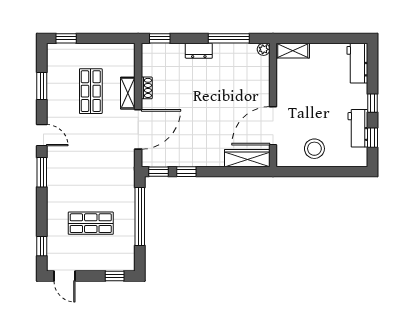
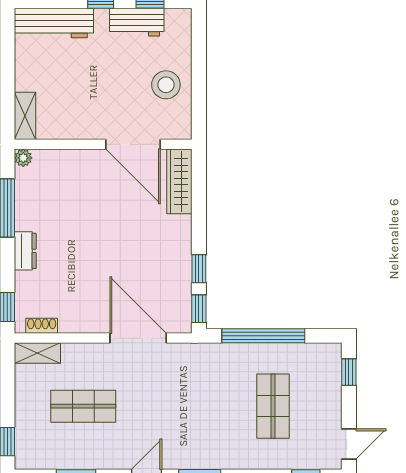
workbench: (357, 63) -> (54, 23), width x1.38
shoe rack: (147, 88) -> (42, 326), moved
shelving: (128, 93) -> (37, 353), moved

